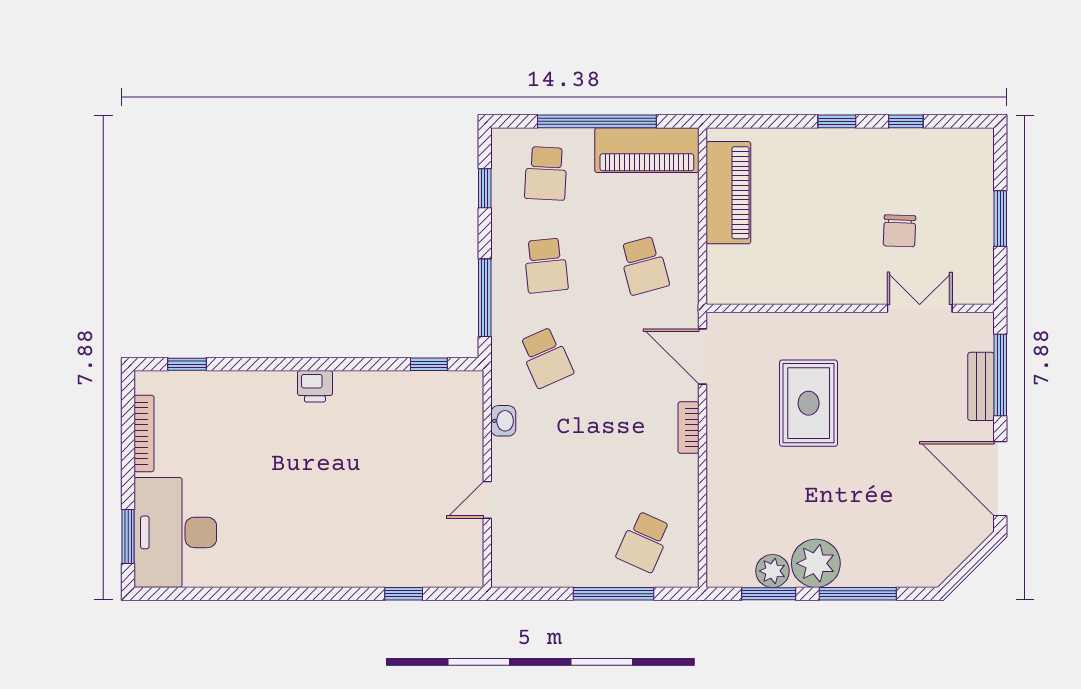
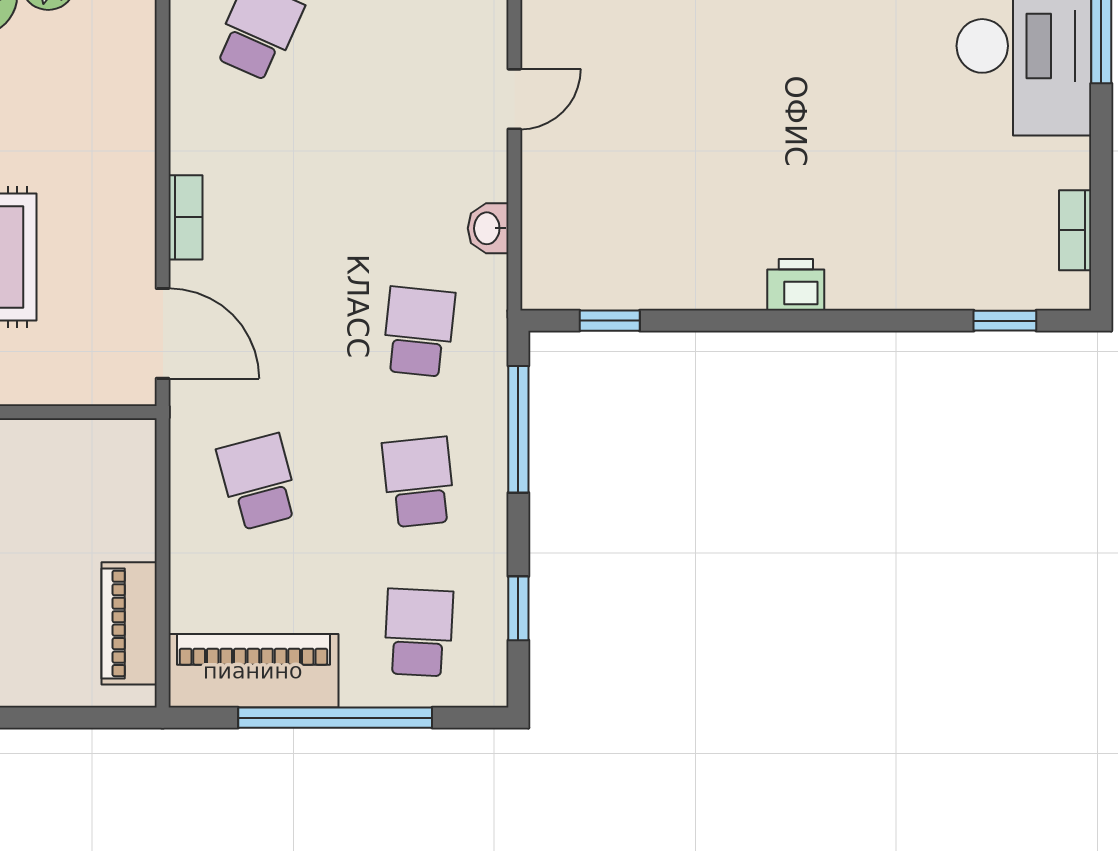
piano: (728, 193) -> (129, 623), width x0.73, depth x0.75
school desk: (546, 358) -> (419, 332), turned 30
bookcase: (144, 433) -> (1075, 230), width x0.64

